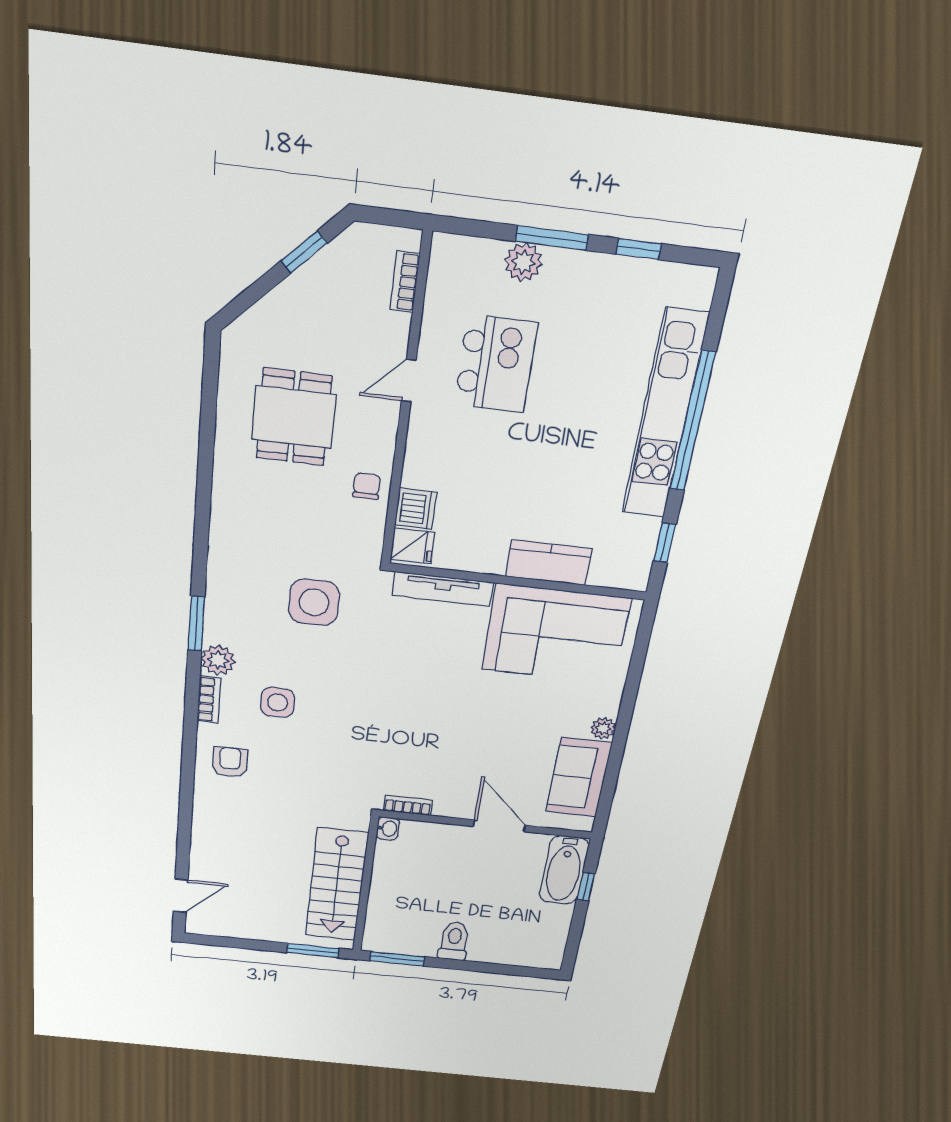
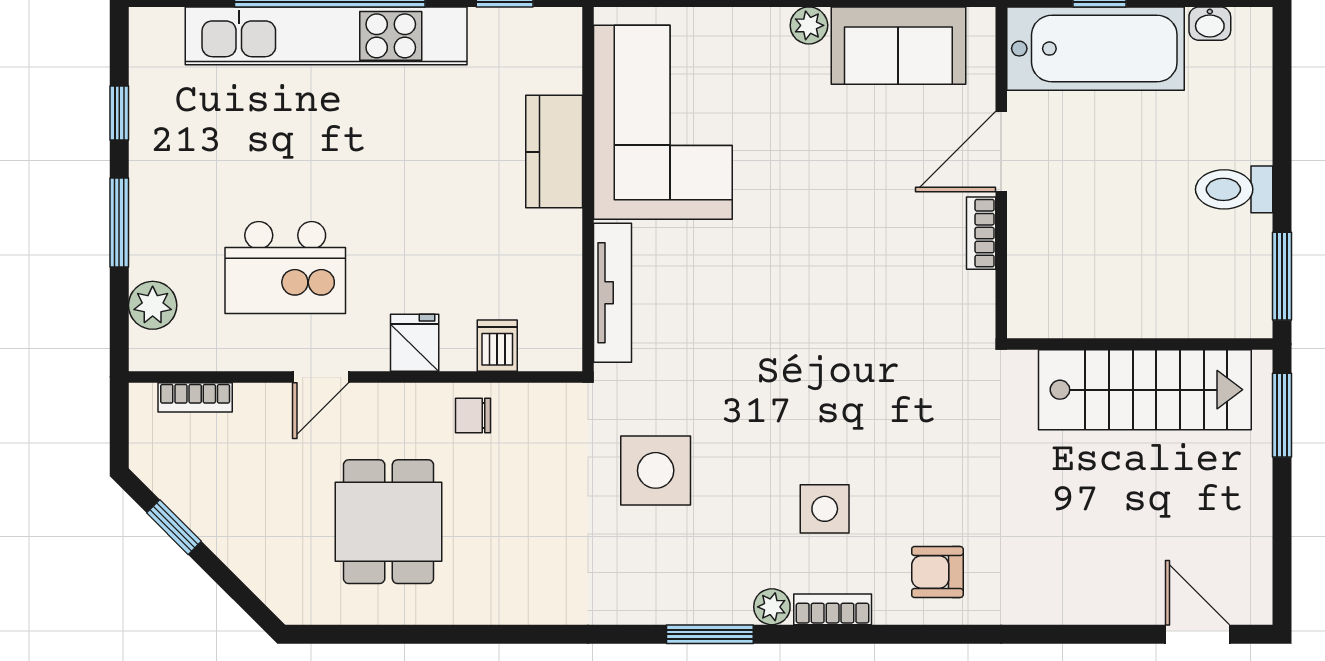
plant: (523, 262) -> (153, 305), moved
kitchen island: (496, 364) -> (285, 268), turned 180
door: (409, 380) -> (321, 377), hinge flipped
dining table: (294, 417) -> (389, 522), turned 90
dishwasher: (416, 509) -> (497, 346), width x0.73
fridge: (413, 546) -> (415, 343), moved
plant: (218, 660) -> (772, 607), width x0.73, depth x0.73
bookcase: (408, 805) -> (981, 233), moved
washbasin: (388, 829) -> (1210, 24), moved, turned 180
bathtub: (564, 870) -> (1095, 49), width x1.36, depth x1.36

